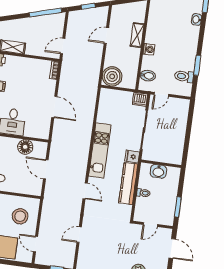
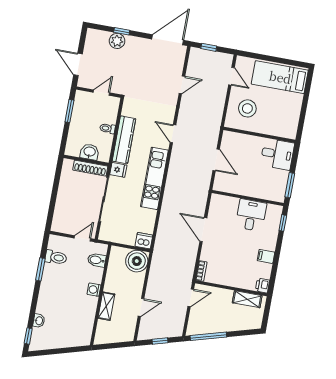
dishwasher: (140, 99) -> (144, 241), moved
floor lamp: (25, 147) -> (238, 186), removed
shoe rack: (157, 157) -> (90, 168), added

